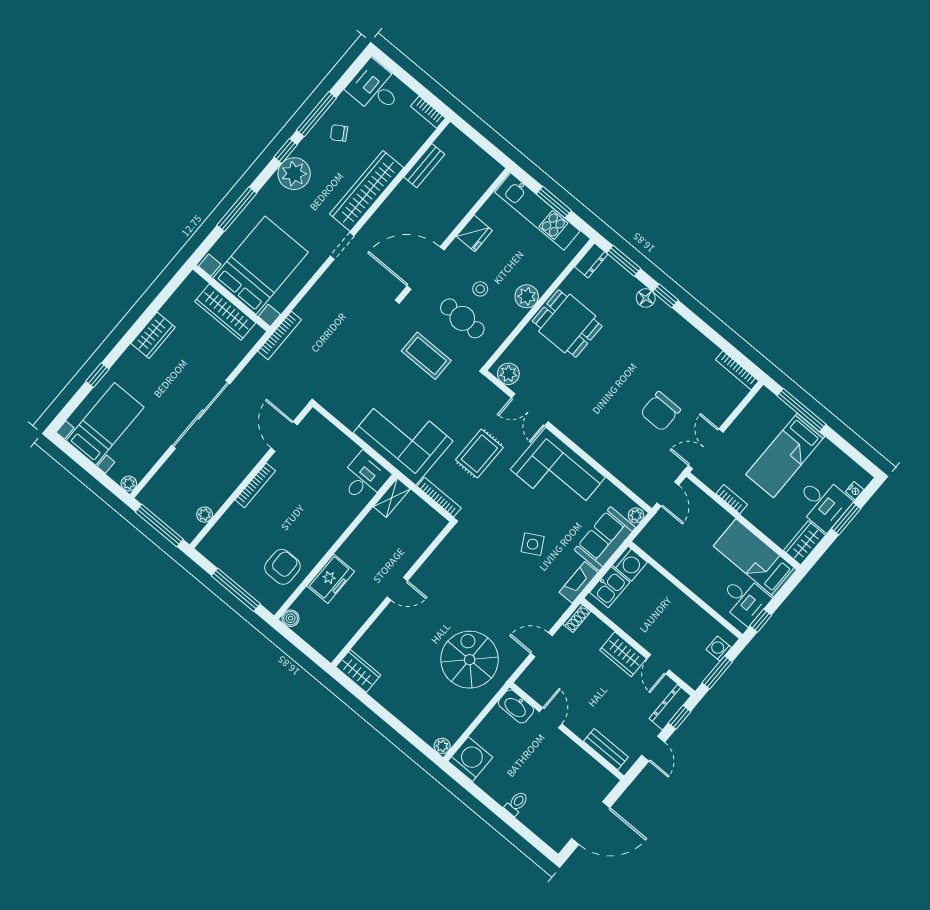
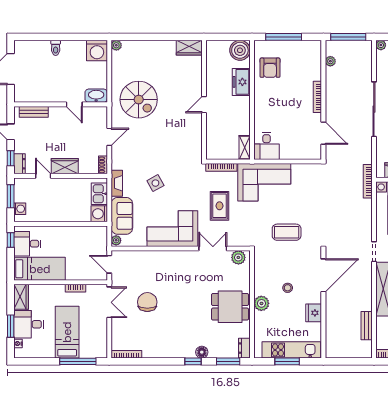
cafe table: (462, 318) -> (284, 266), removed
boiler: (291, 618) -> (240, 50), width x1.86, depth x1.86
dresser: (670, 707) -> (20, 164), width x0.70

